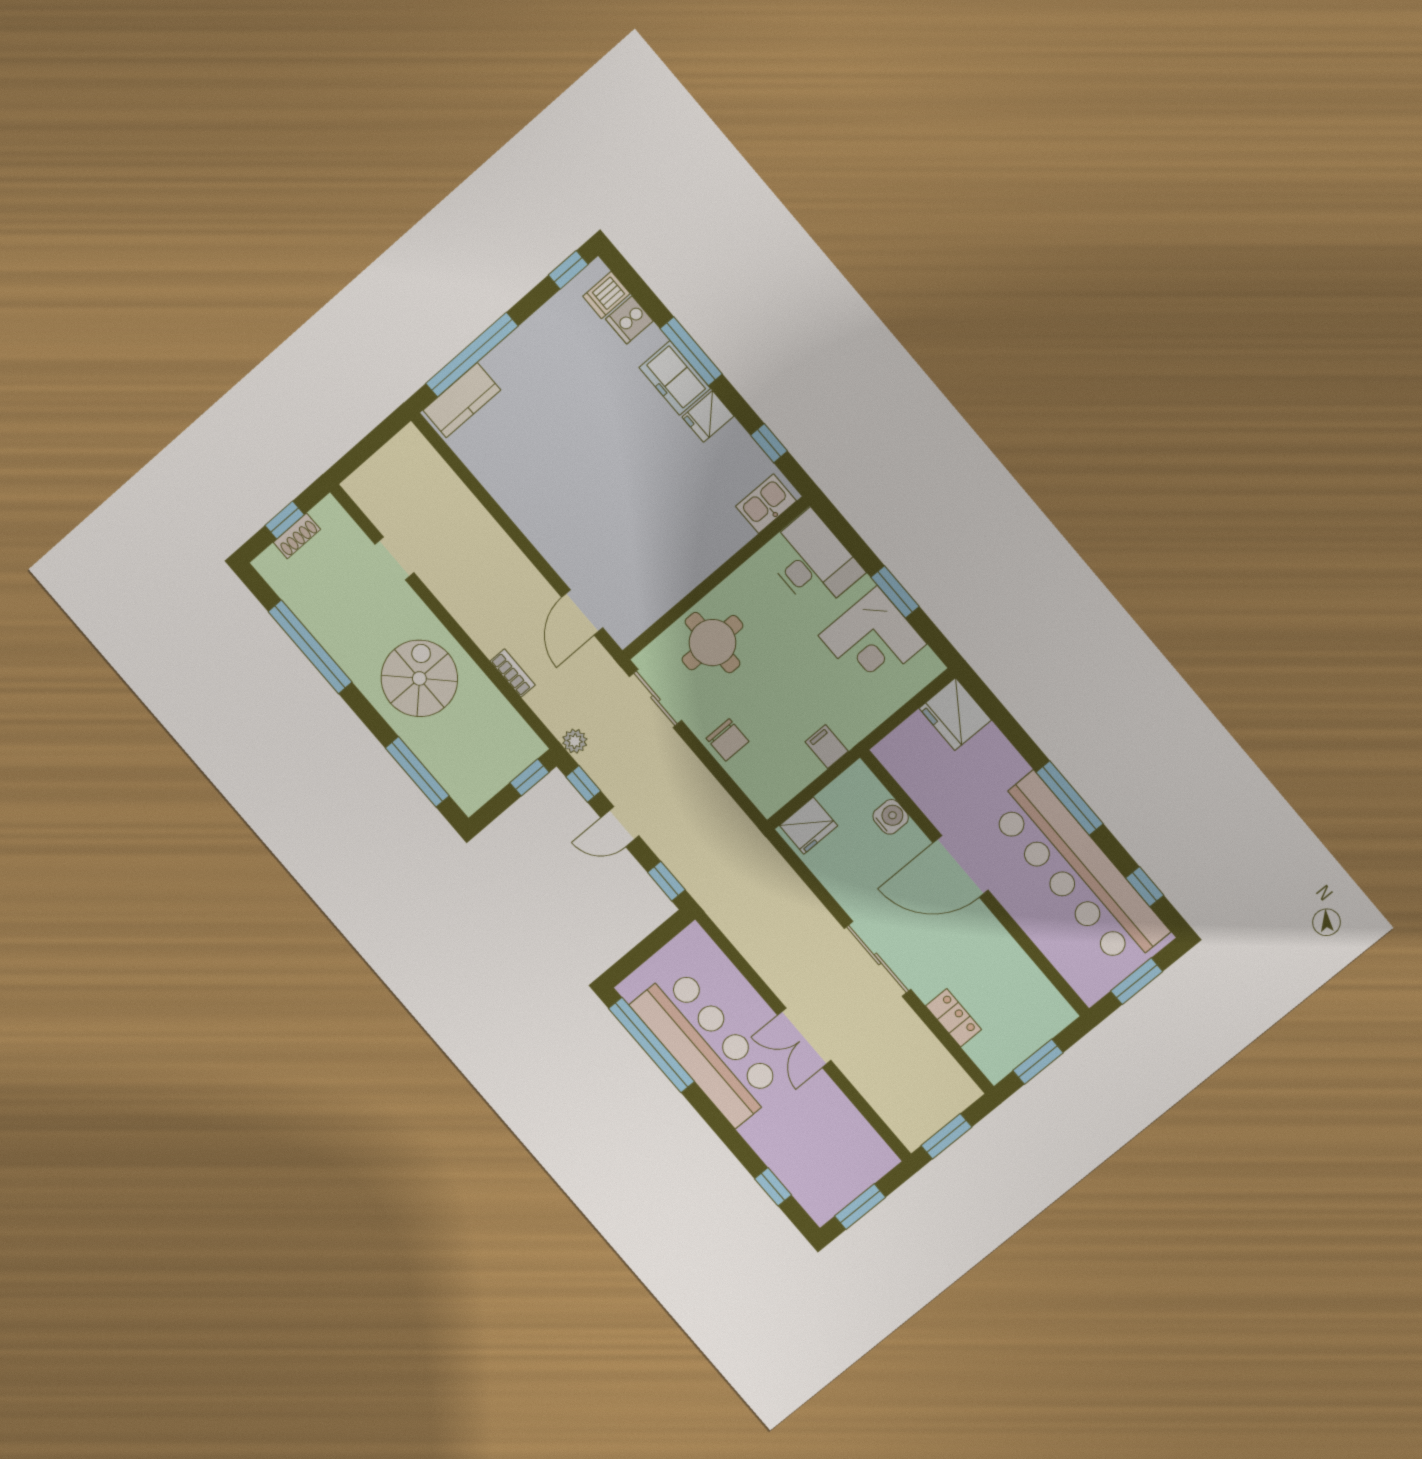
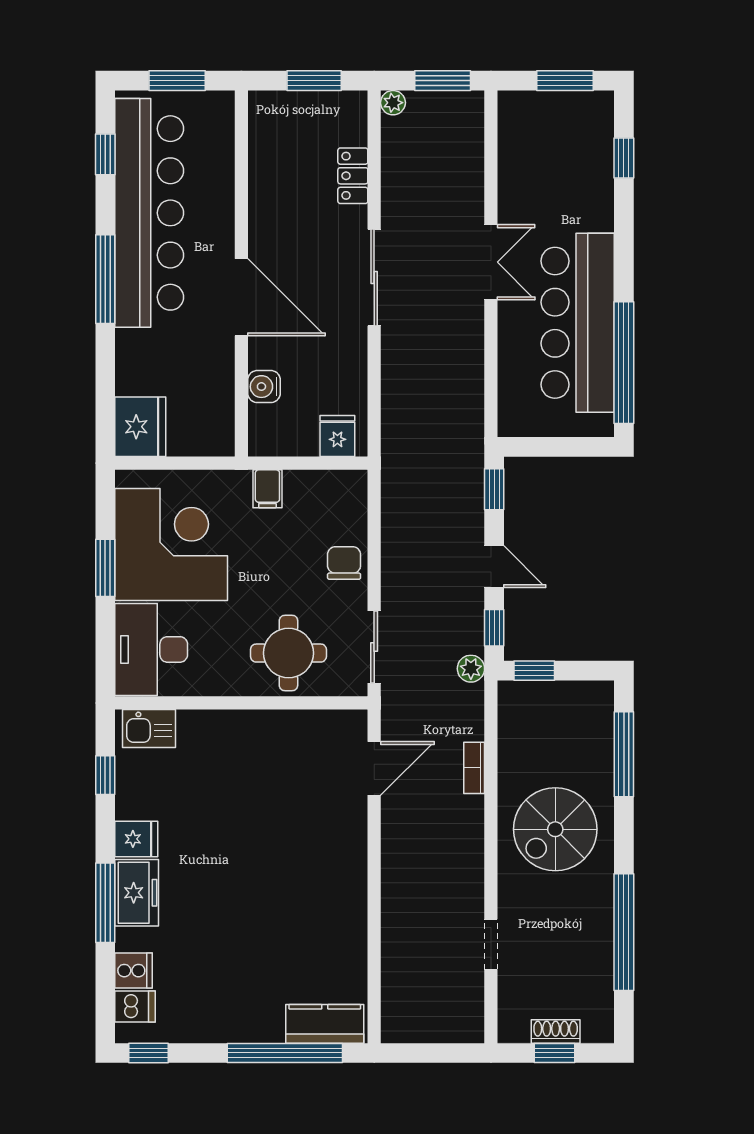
corner desk: (872, 640) -> (171, 544), width x1.36, depth x1.36
fridge: (809, 826) -> (337, 436), width x0.72
plant: (969, 1092) -> (393, 103), added

